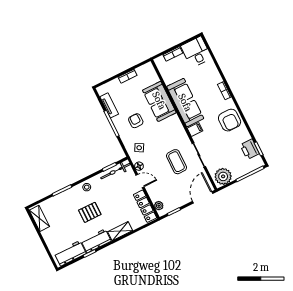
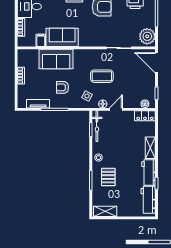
sofa: (185, 103) -> (62, 37), width x0.73
filing cabinet: (195, 130) -> (41, 40), moved
coffee table: (176, 162) -> (102, 76), moved
locker: (145, 206) -> (145, 116), width x0.66
pallet: (90, 212) -> (108, 177), moved

